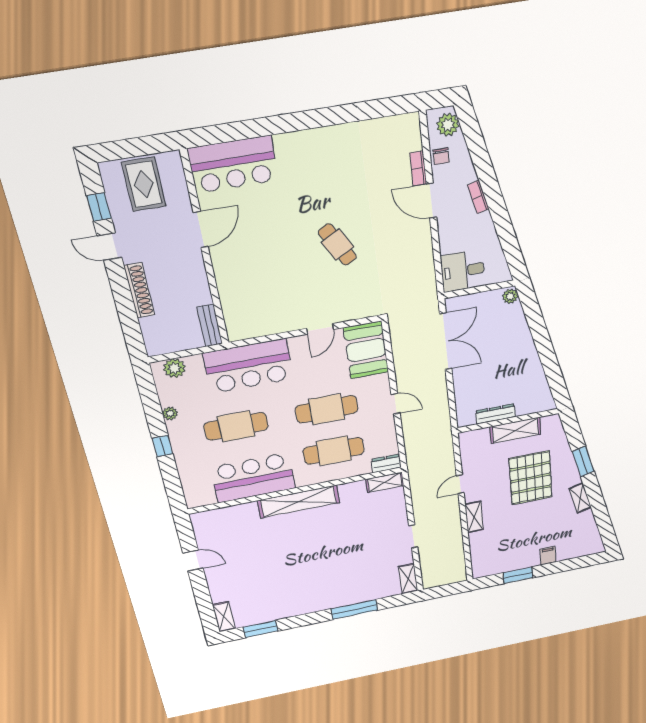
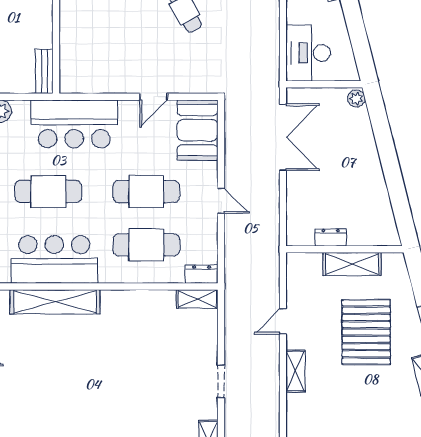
desk: (463, 271) -> (308, 53), width x1.37
dresser: (495, 414) -> (331, 237), width x0.70
shelving: (299, 502) -> (55, 302), moved

